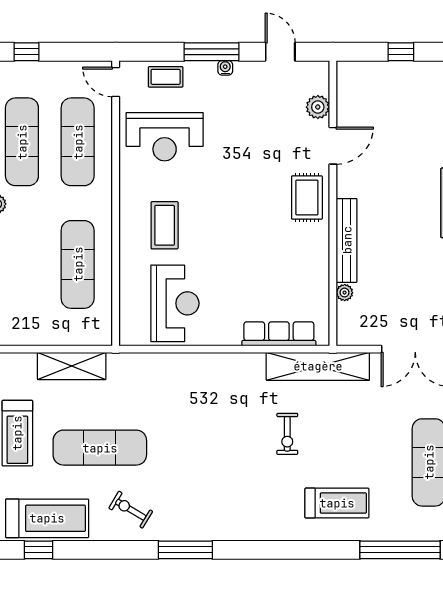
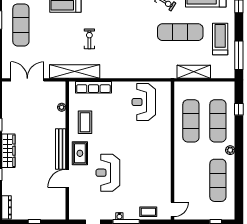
door: (116, 82) -> (173, 209), hinge flipped
plant: (318, 107) -> (75, 197), removed
reception desk: (165, 137) -> (108, 173), moved, turned -90
exercise mat: (78, 142) -> (218, 121), moved
coffee table: (165, 225) -> (85, 122), moved
bench: (347, 240) -> (61, 149), moved

